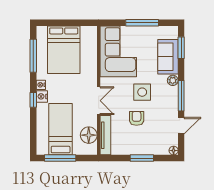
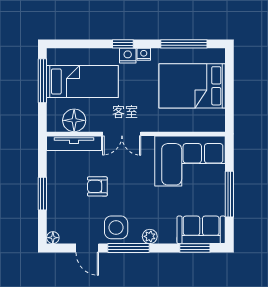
sofa: (168, 57) -> (201, 230), moved
side table: (142, 92) -> (116, 227), moved
armchair: (137, 118) -> (97, 186), turned 180

